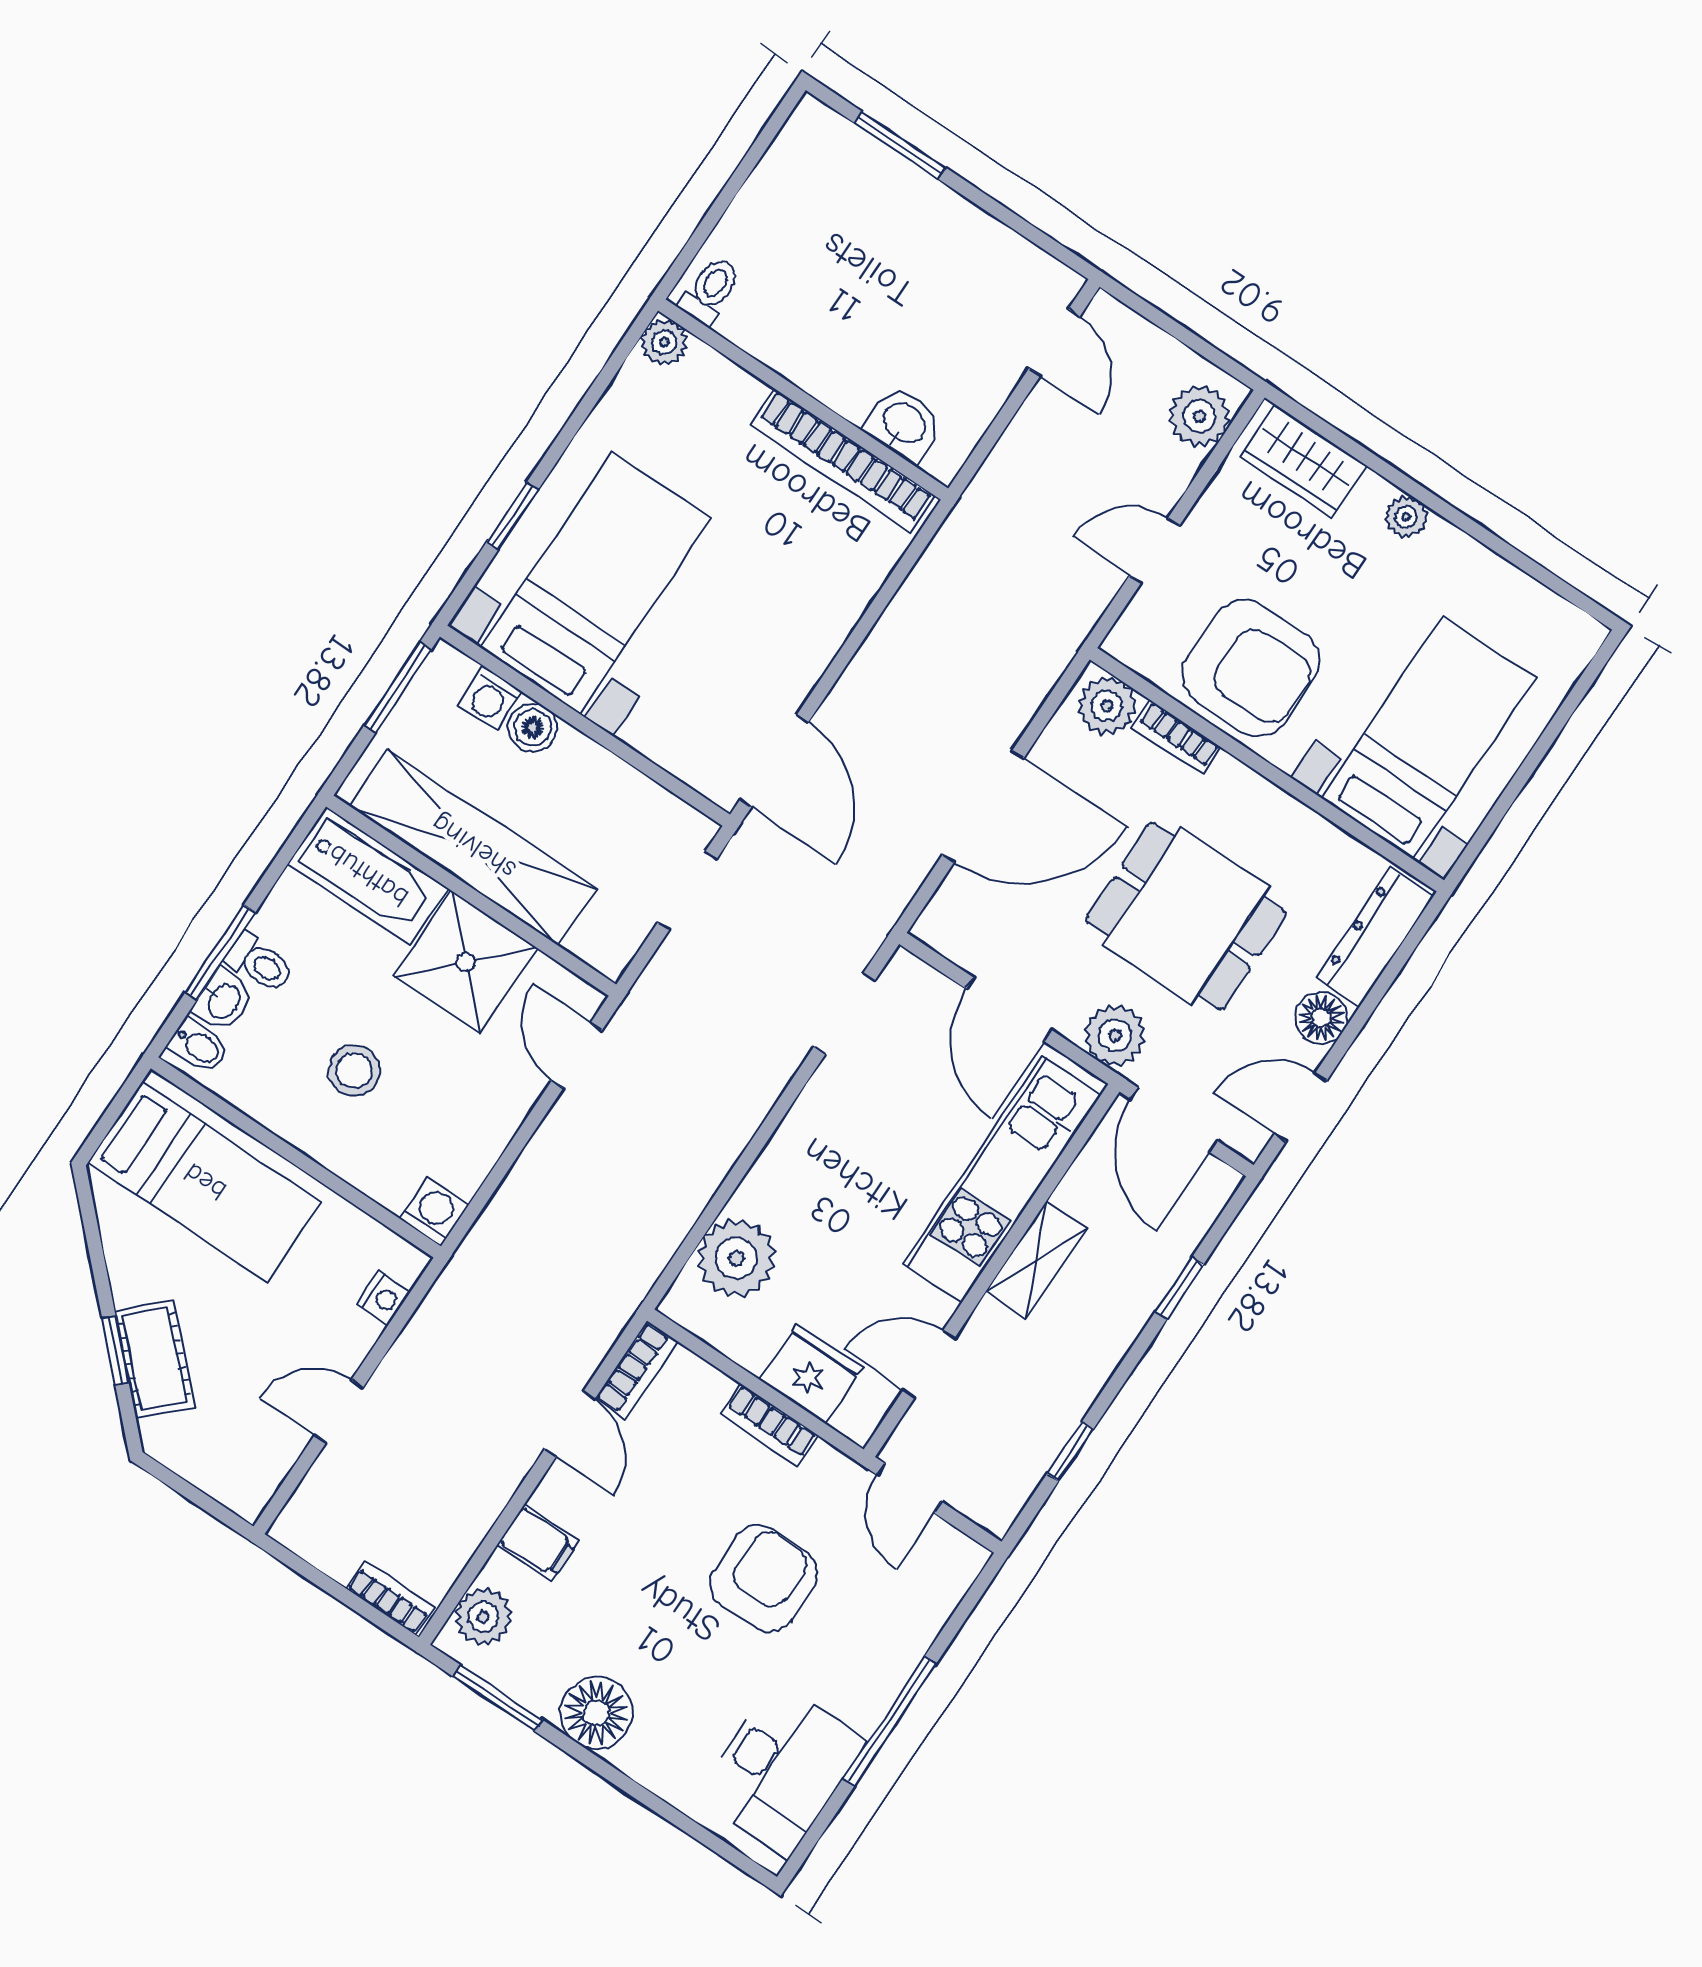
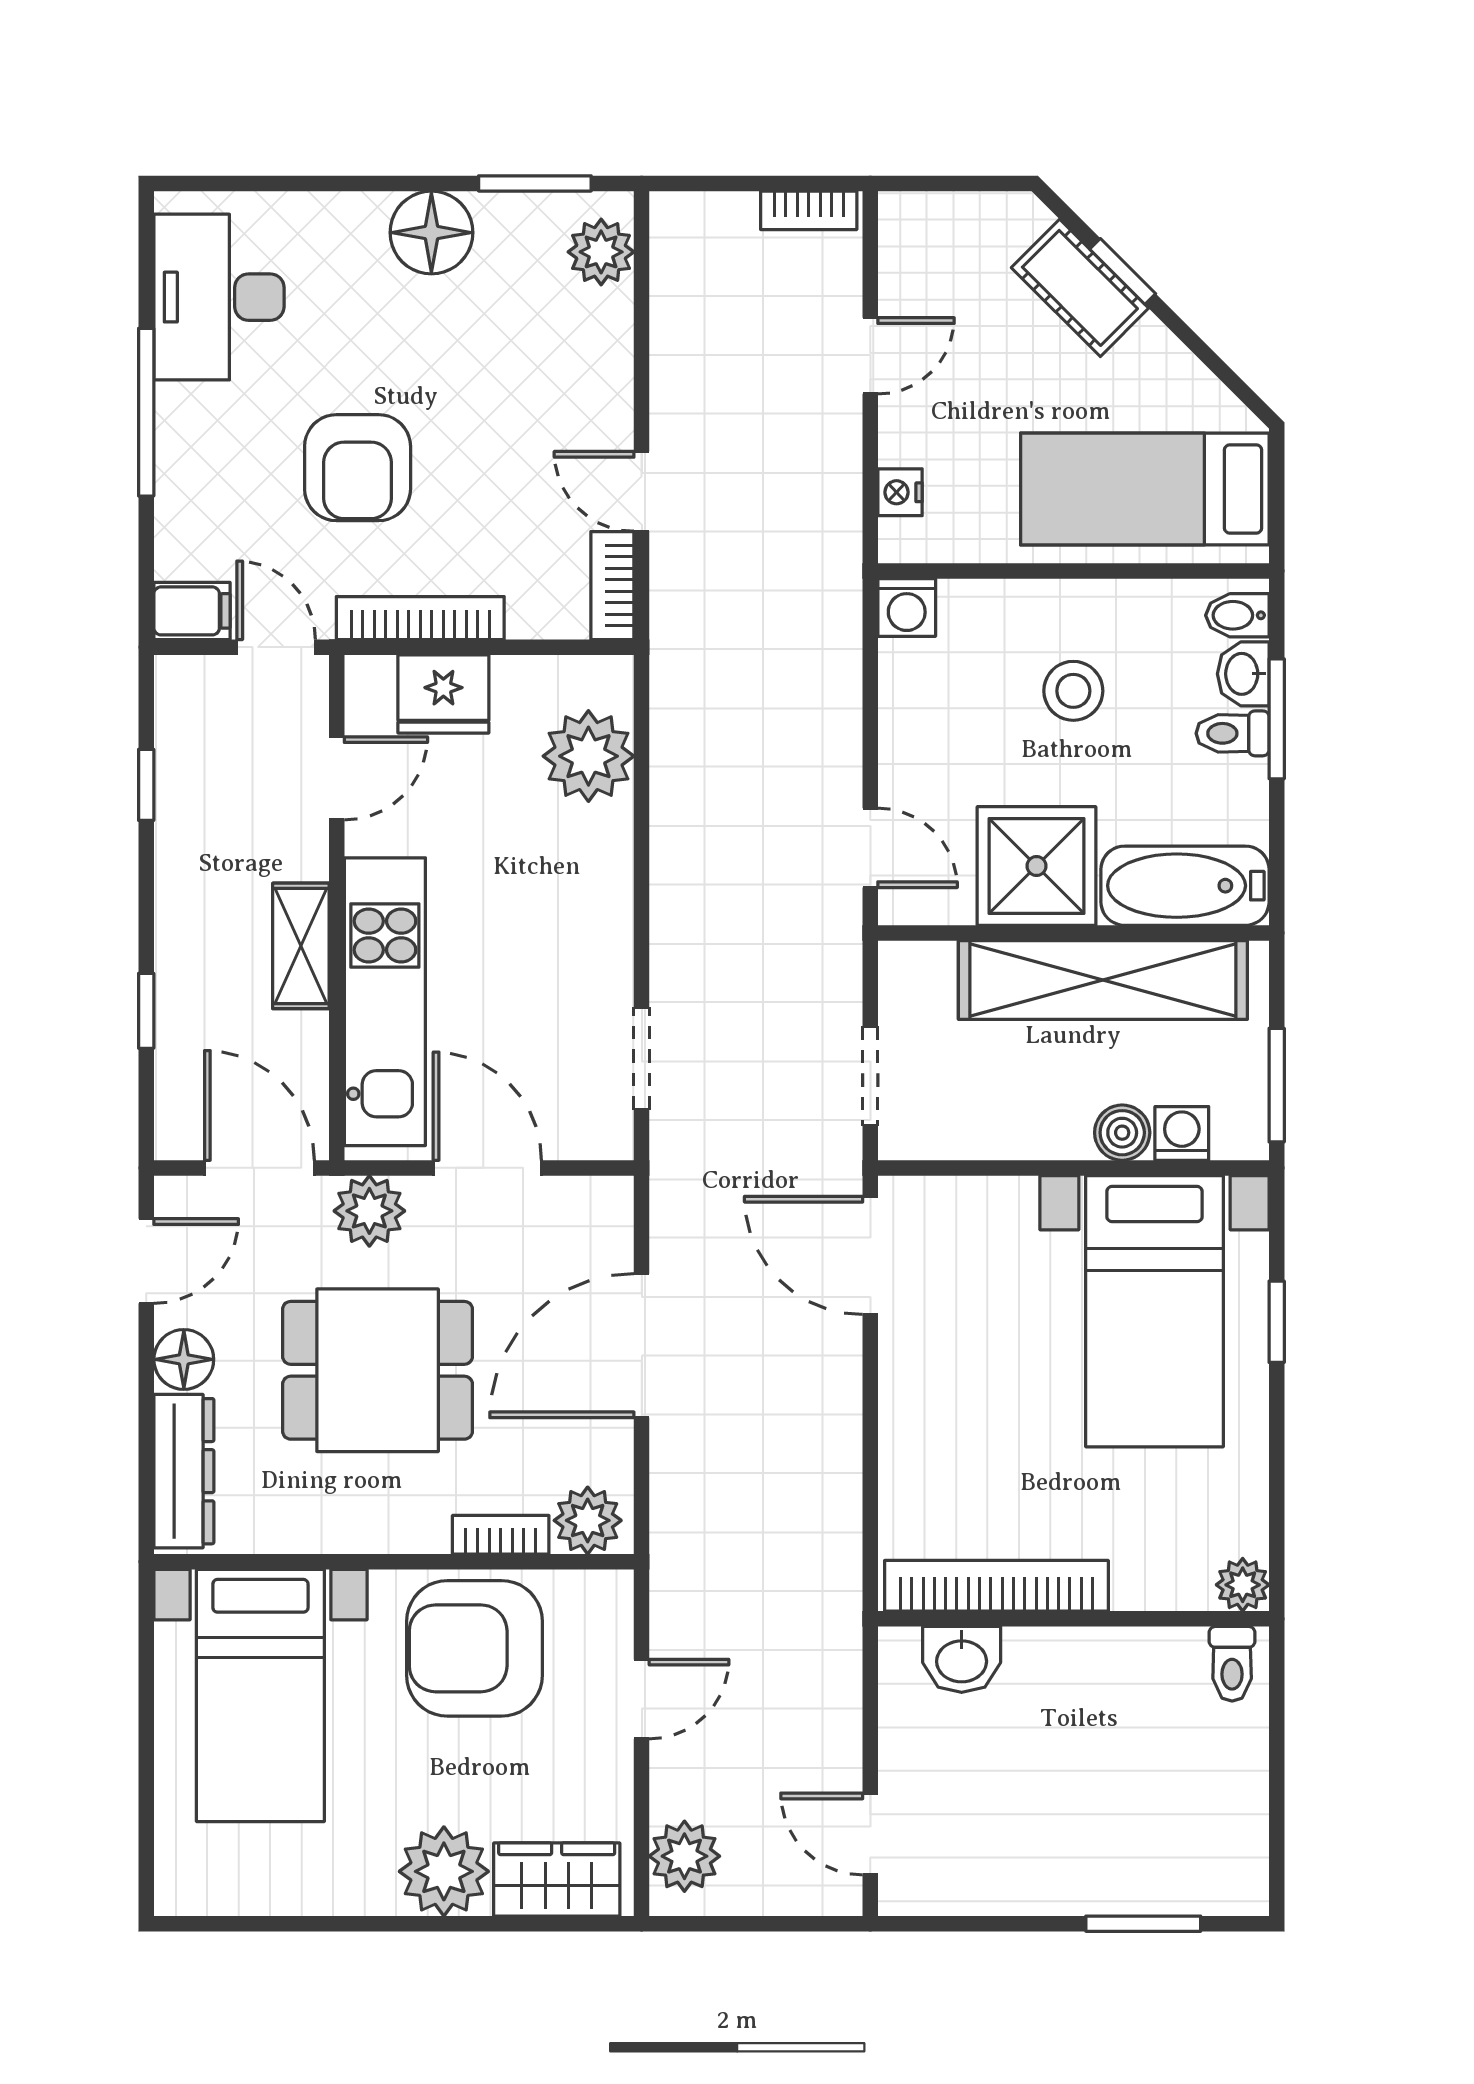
plant: (1406, 517) -> (444, 1871), width x1.88, depth x1.88
bookcase: (769, 1425) -> (420, 618), width x1.56
filing cabinet: (538, 1543) -> (192, 611), moved, turned 180
bookcase: (390, 1598) -> (809, 210), moved

